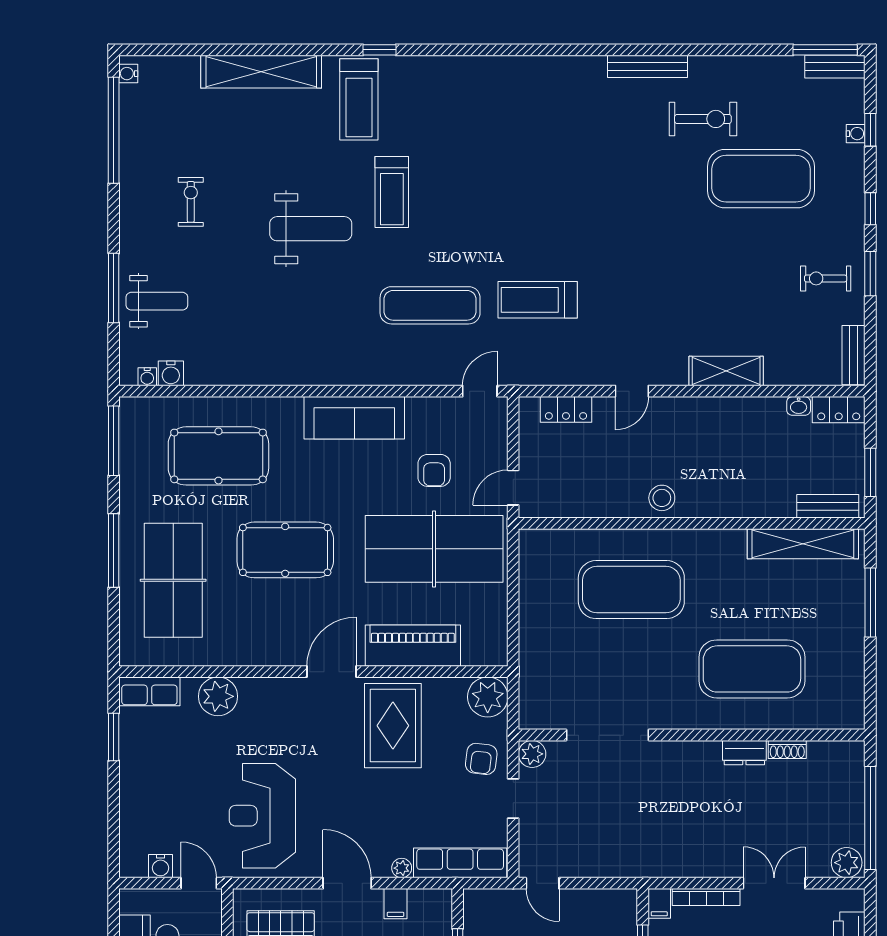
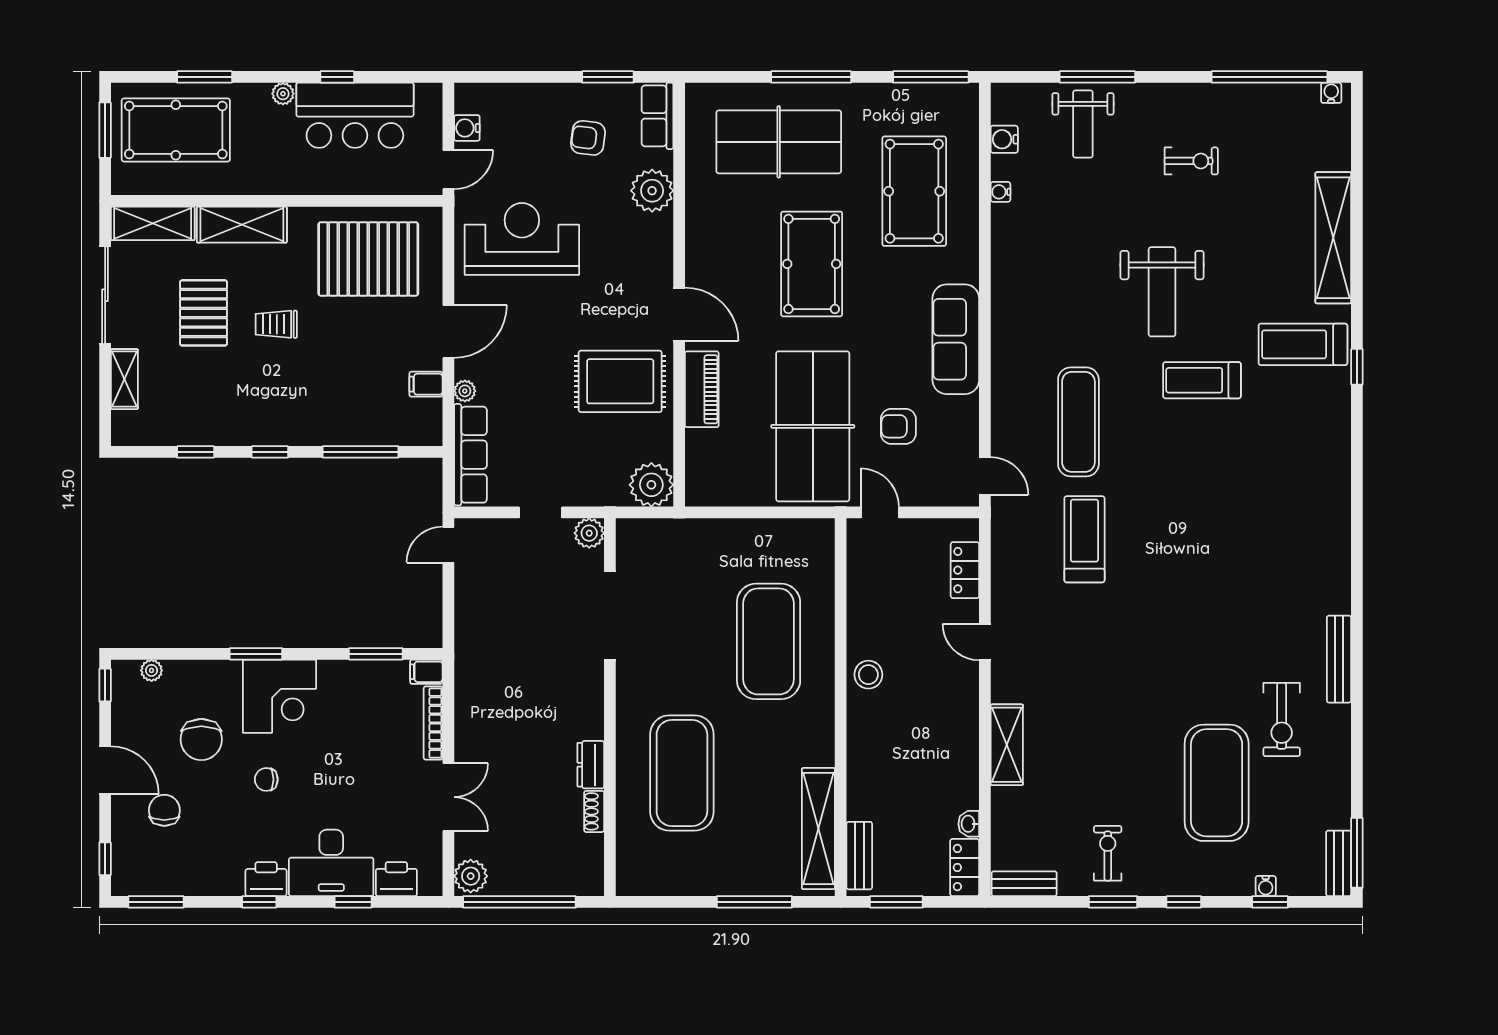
water cooler: (147, 377) -> (1000, 192), moved
piano: (413, 646) -> (702, 389), width x0.73, depth x0.75
armchair: (481, 759) -> (588, 138), moved

